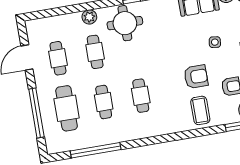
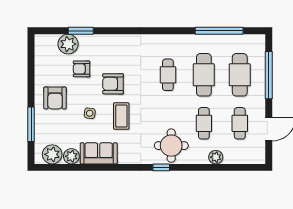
plant: (89, 17) -> (216, 157), moved
cafe table: (104, 102) -> (204, 75), width x1.37, depth x1.35
coffee table: (200, 110) -> (121, 116), moved

